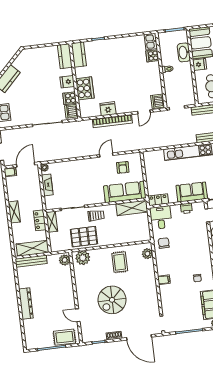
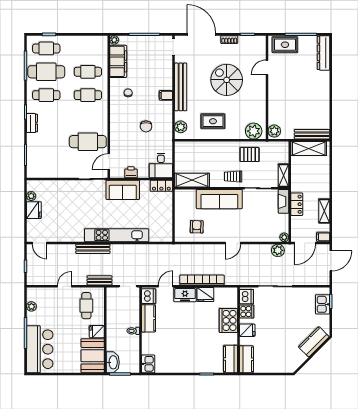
washbasin: (184, 52) -> (113, 362), moved
cooker: (152, 56) -> (148, 348), removed
kitchen counter: (155, 82) -> (149, 318), added
freezer: (126, 106) -> (185, 295), added
plant: (49, 155) -> (278, 250), added
door: (106, 155) -> (233, 243), moved
fireplace: (47, 185) -> (284, 201), moved
sofa: (125, 192) -> (219, 199), moved
shelving: (14, 212) -> (324, 211), moved
locker: (40, 220) -> (297, 204), moved
pallet: (84, 237) -> (250, 155), width x0.67, depth x0.71
chair: (164, 243) -> (146, 126), moved
rug: (120, 262) -> (213, 121), turned 90
bench: (152, 289) -> (181, 87), added
spiral stairs: (112, 300) -> (227, 80), turned -90
dresser: (26, 304) -> (324, 53), moved
door: (78, 315) -> (267, 67), swing flipped

